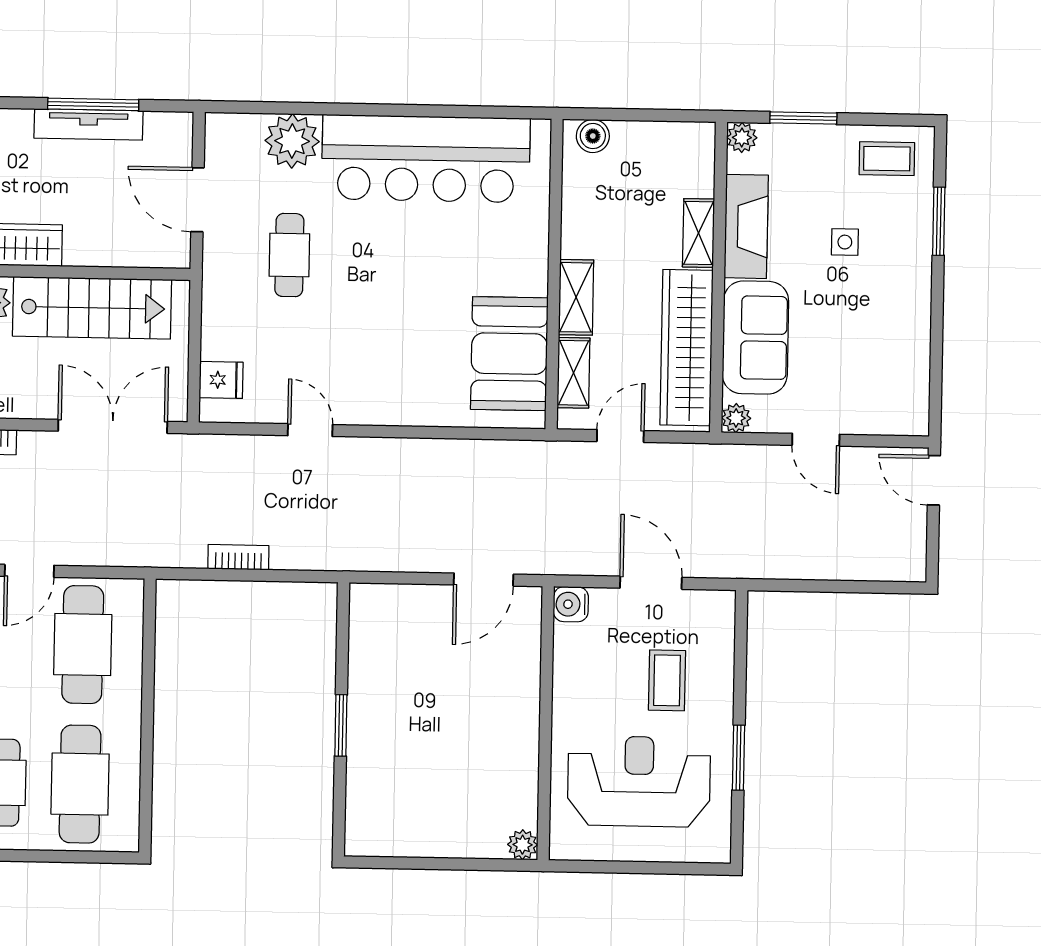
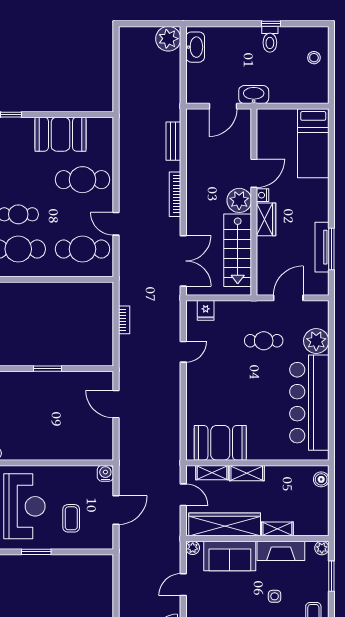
door: (484, 580) -> (116, 404), moved
coffee table: (667, 680) -> (71, 518), turned 90

